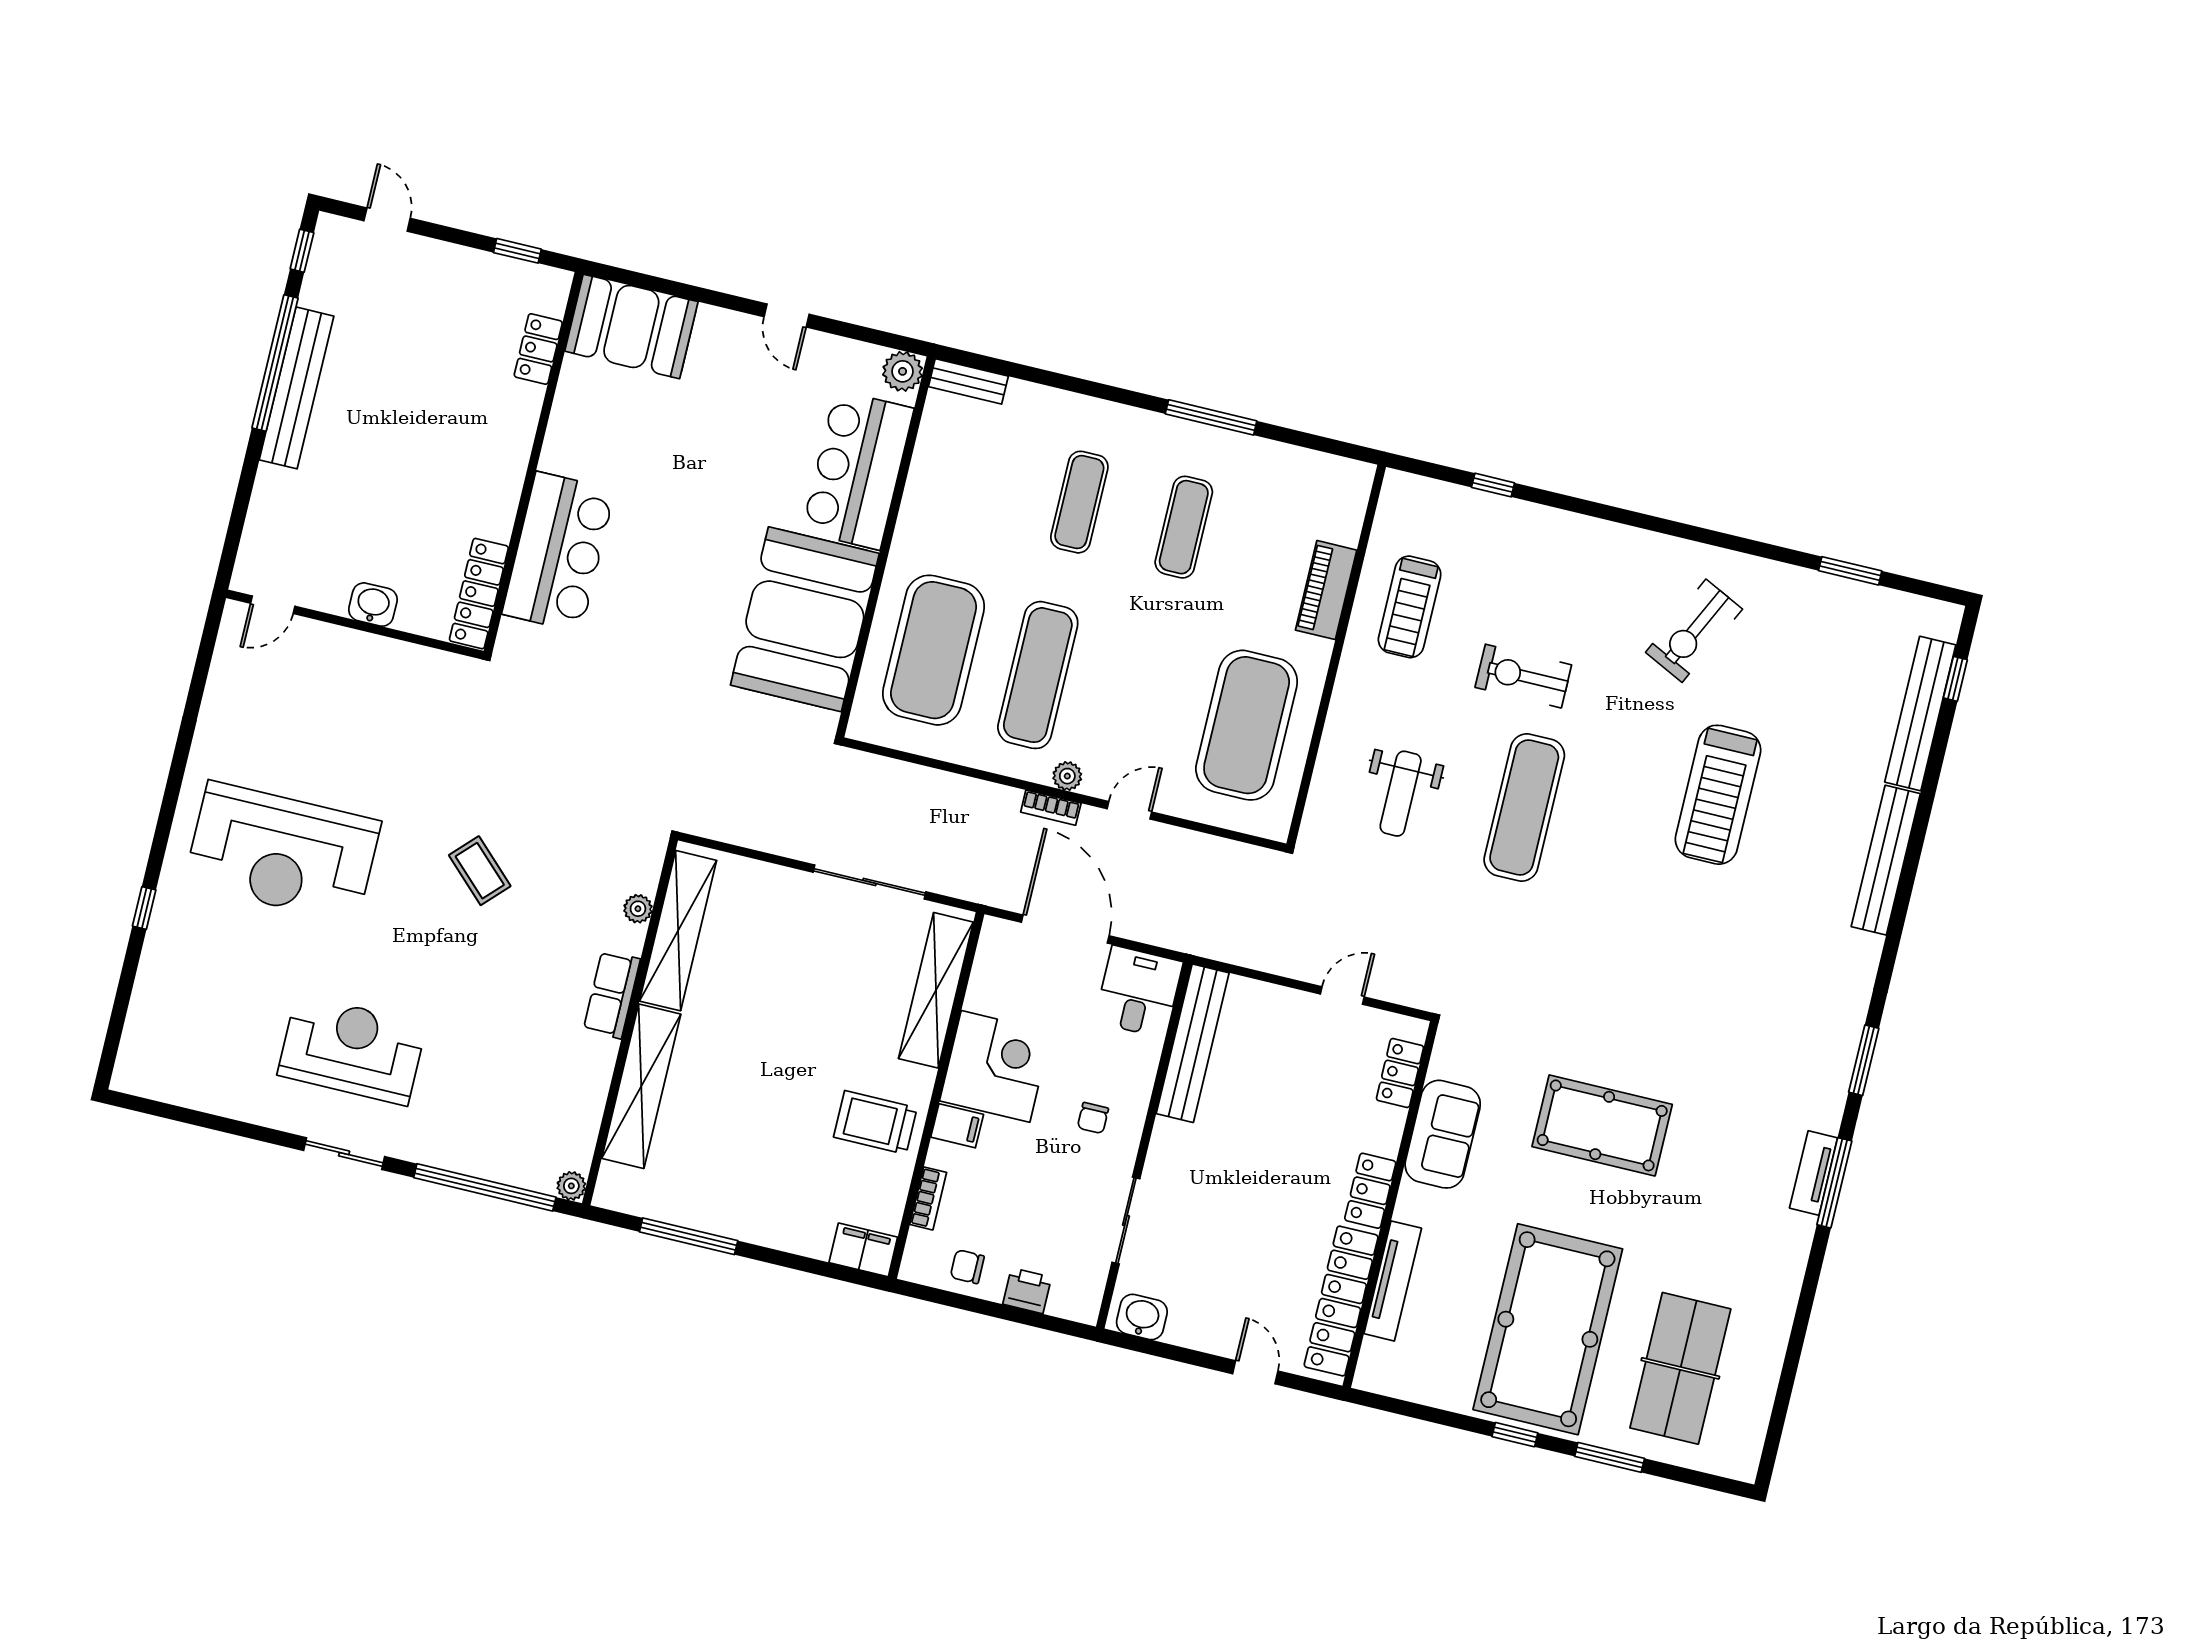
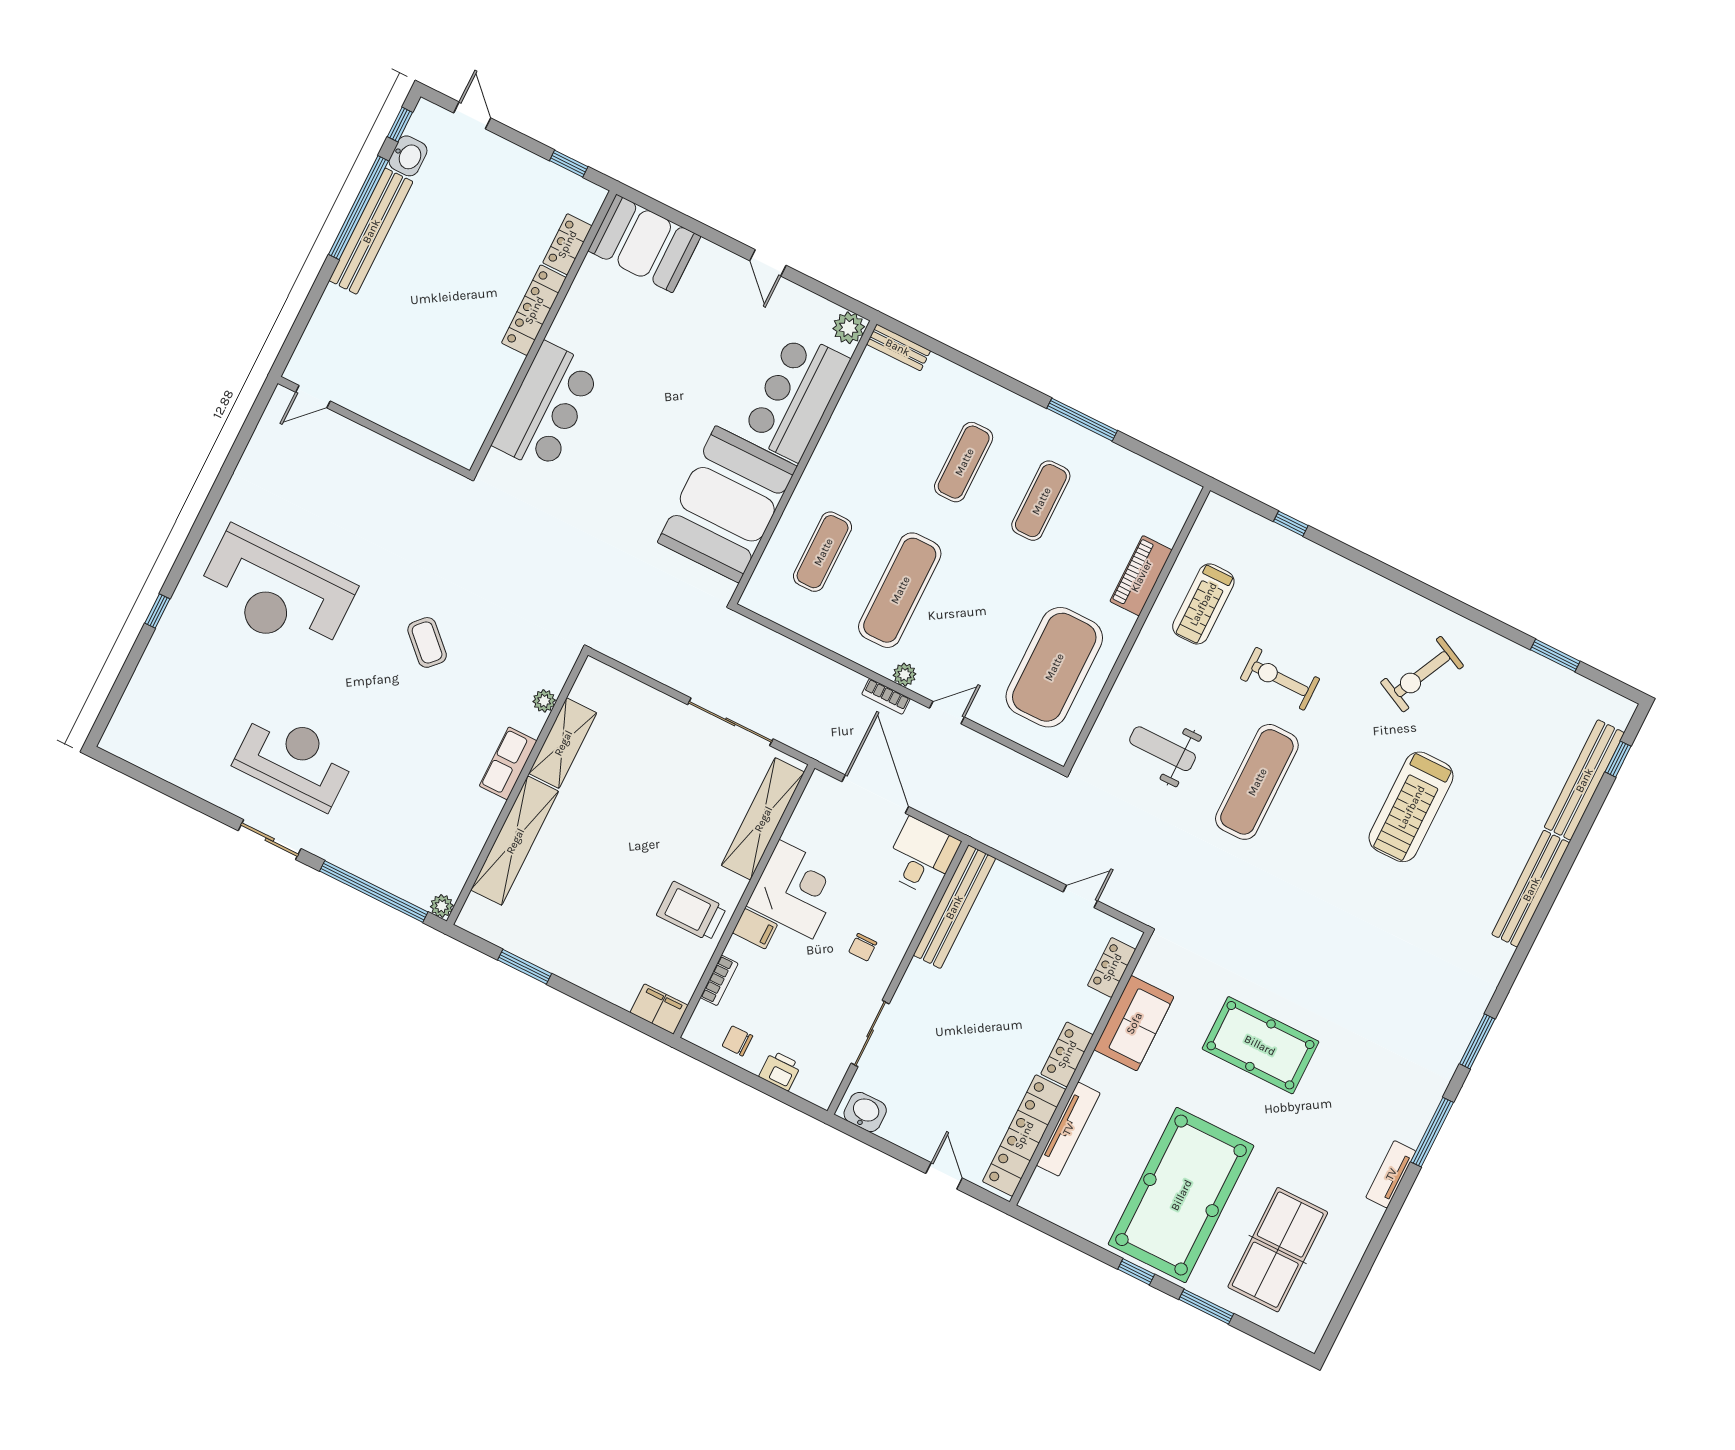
locker: (479, 594) -> (534, 310), moved
washbasin: (373, 605) -> (408, 156), moved, turned 90
exercise mat: (933, 650) -> (823, 552), width x0.50, depth x0.69
weight bench: (1401, 794) -> (1163, 749), turned 90
shelving: (678, 931) -> (563, 743), width x0.68
tv unit: (1814, 1173) -> (1391, 1174), moved
window: (689, 1236) -> (525, 967), width x0.69

